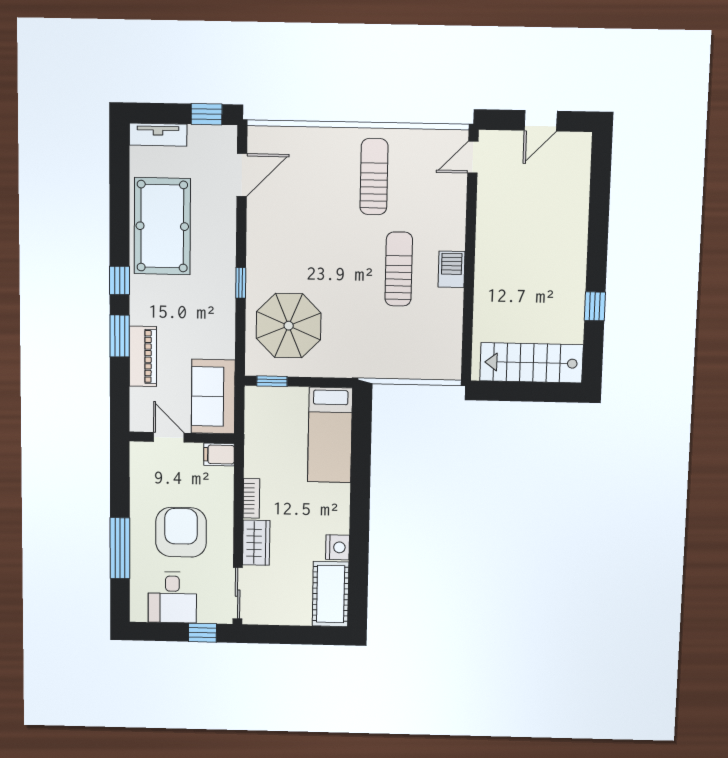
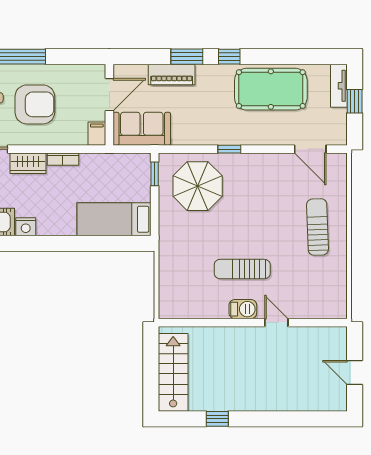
window: (207, 114) -> (355, 101), moved
door: (473, 157) -> (276, 323), moved
sun lounger: (374, 177) -> (317, 227), moved, turned -92
sun lounger: (399, 269) -> (242, 269), turned 180
door: (169, 437) -> (109, 95), width x1.38

